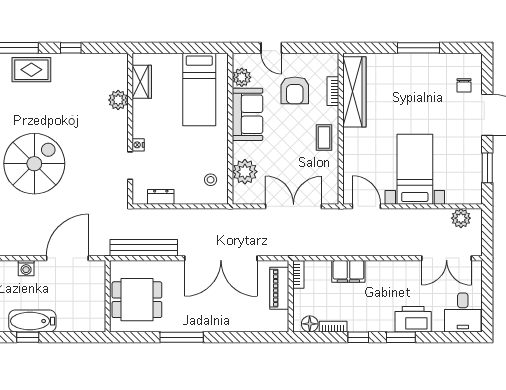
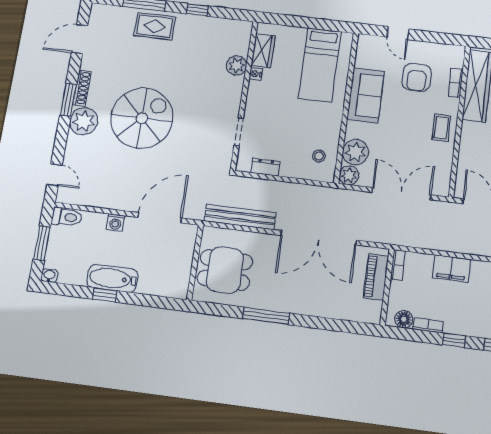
plant: (242, 77) -> (349, 175), moved
nightstand: (138, 145) -> (256, 74), moved

